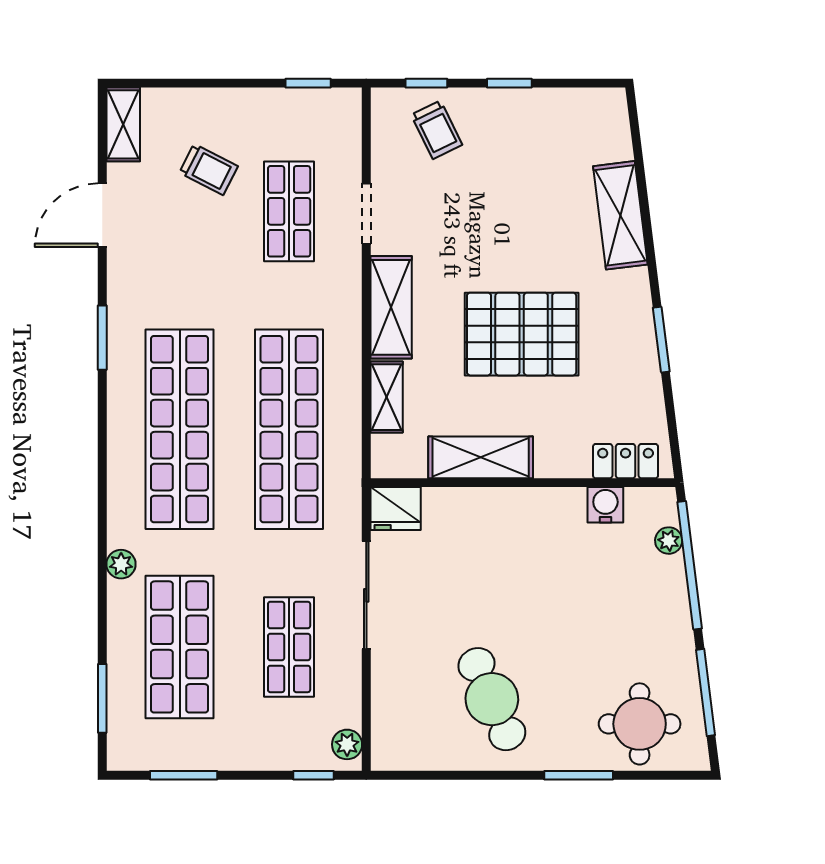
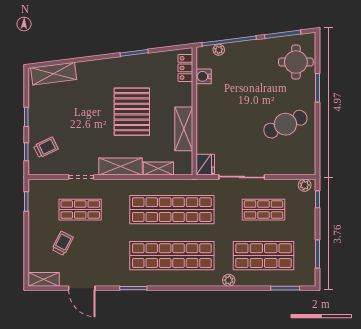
shelving: (620, 215) -> (54, 74), moved

